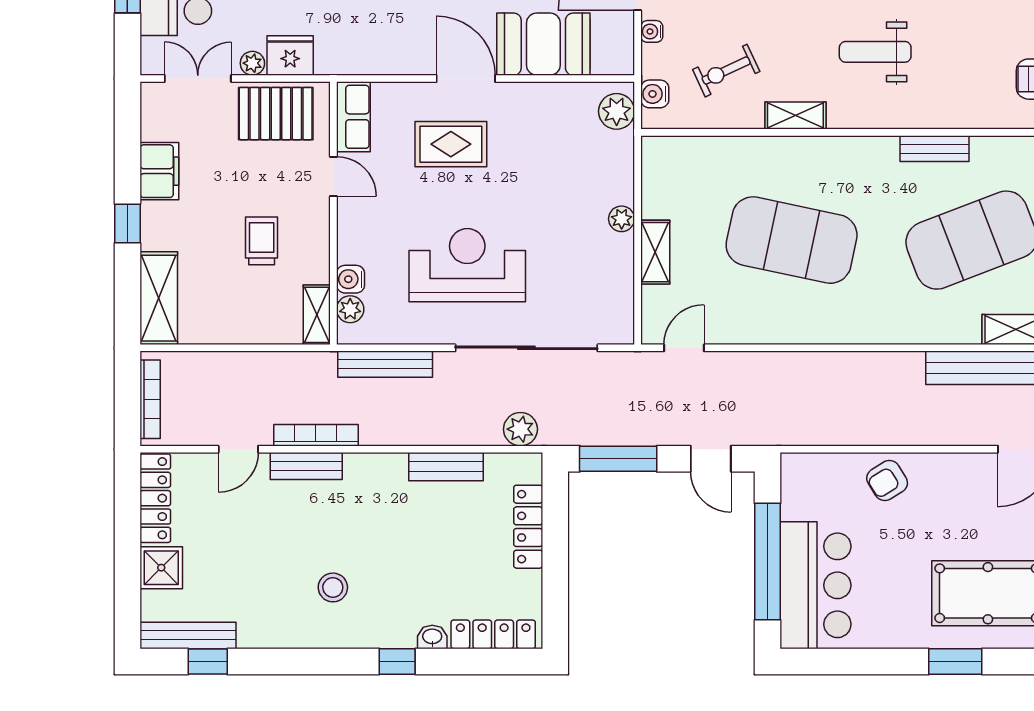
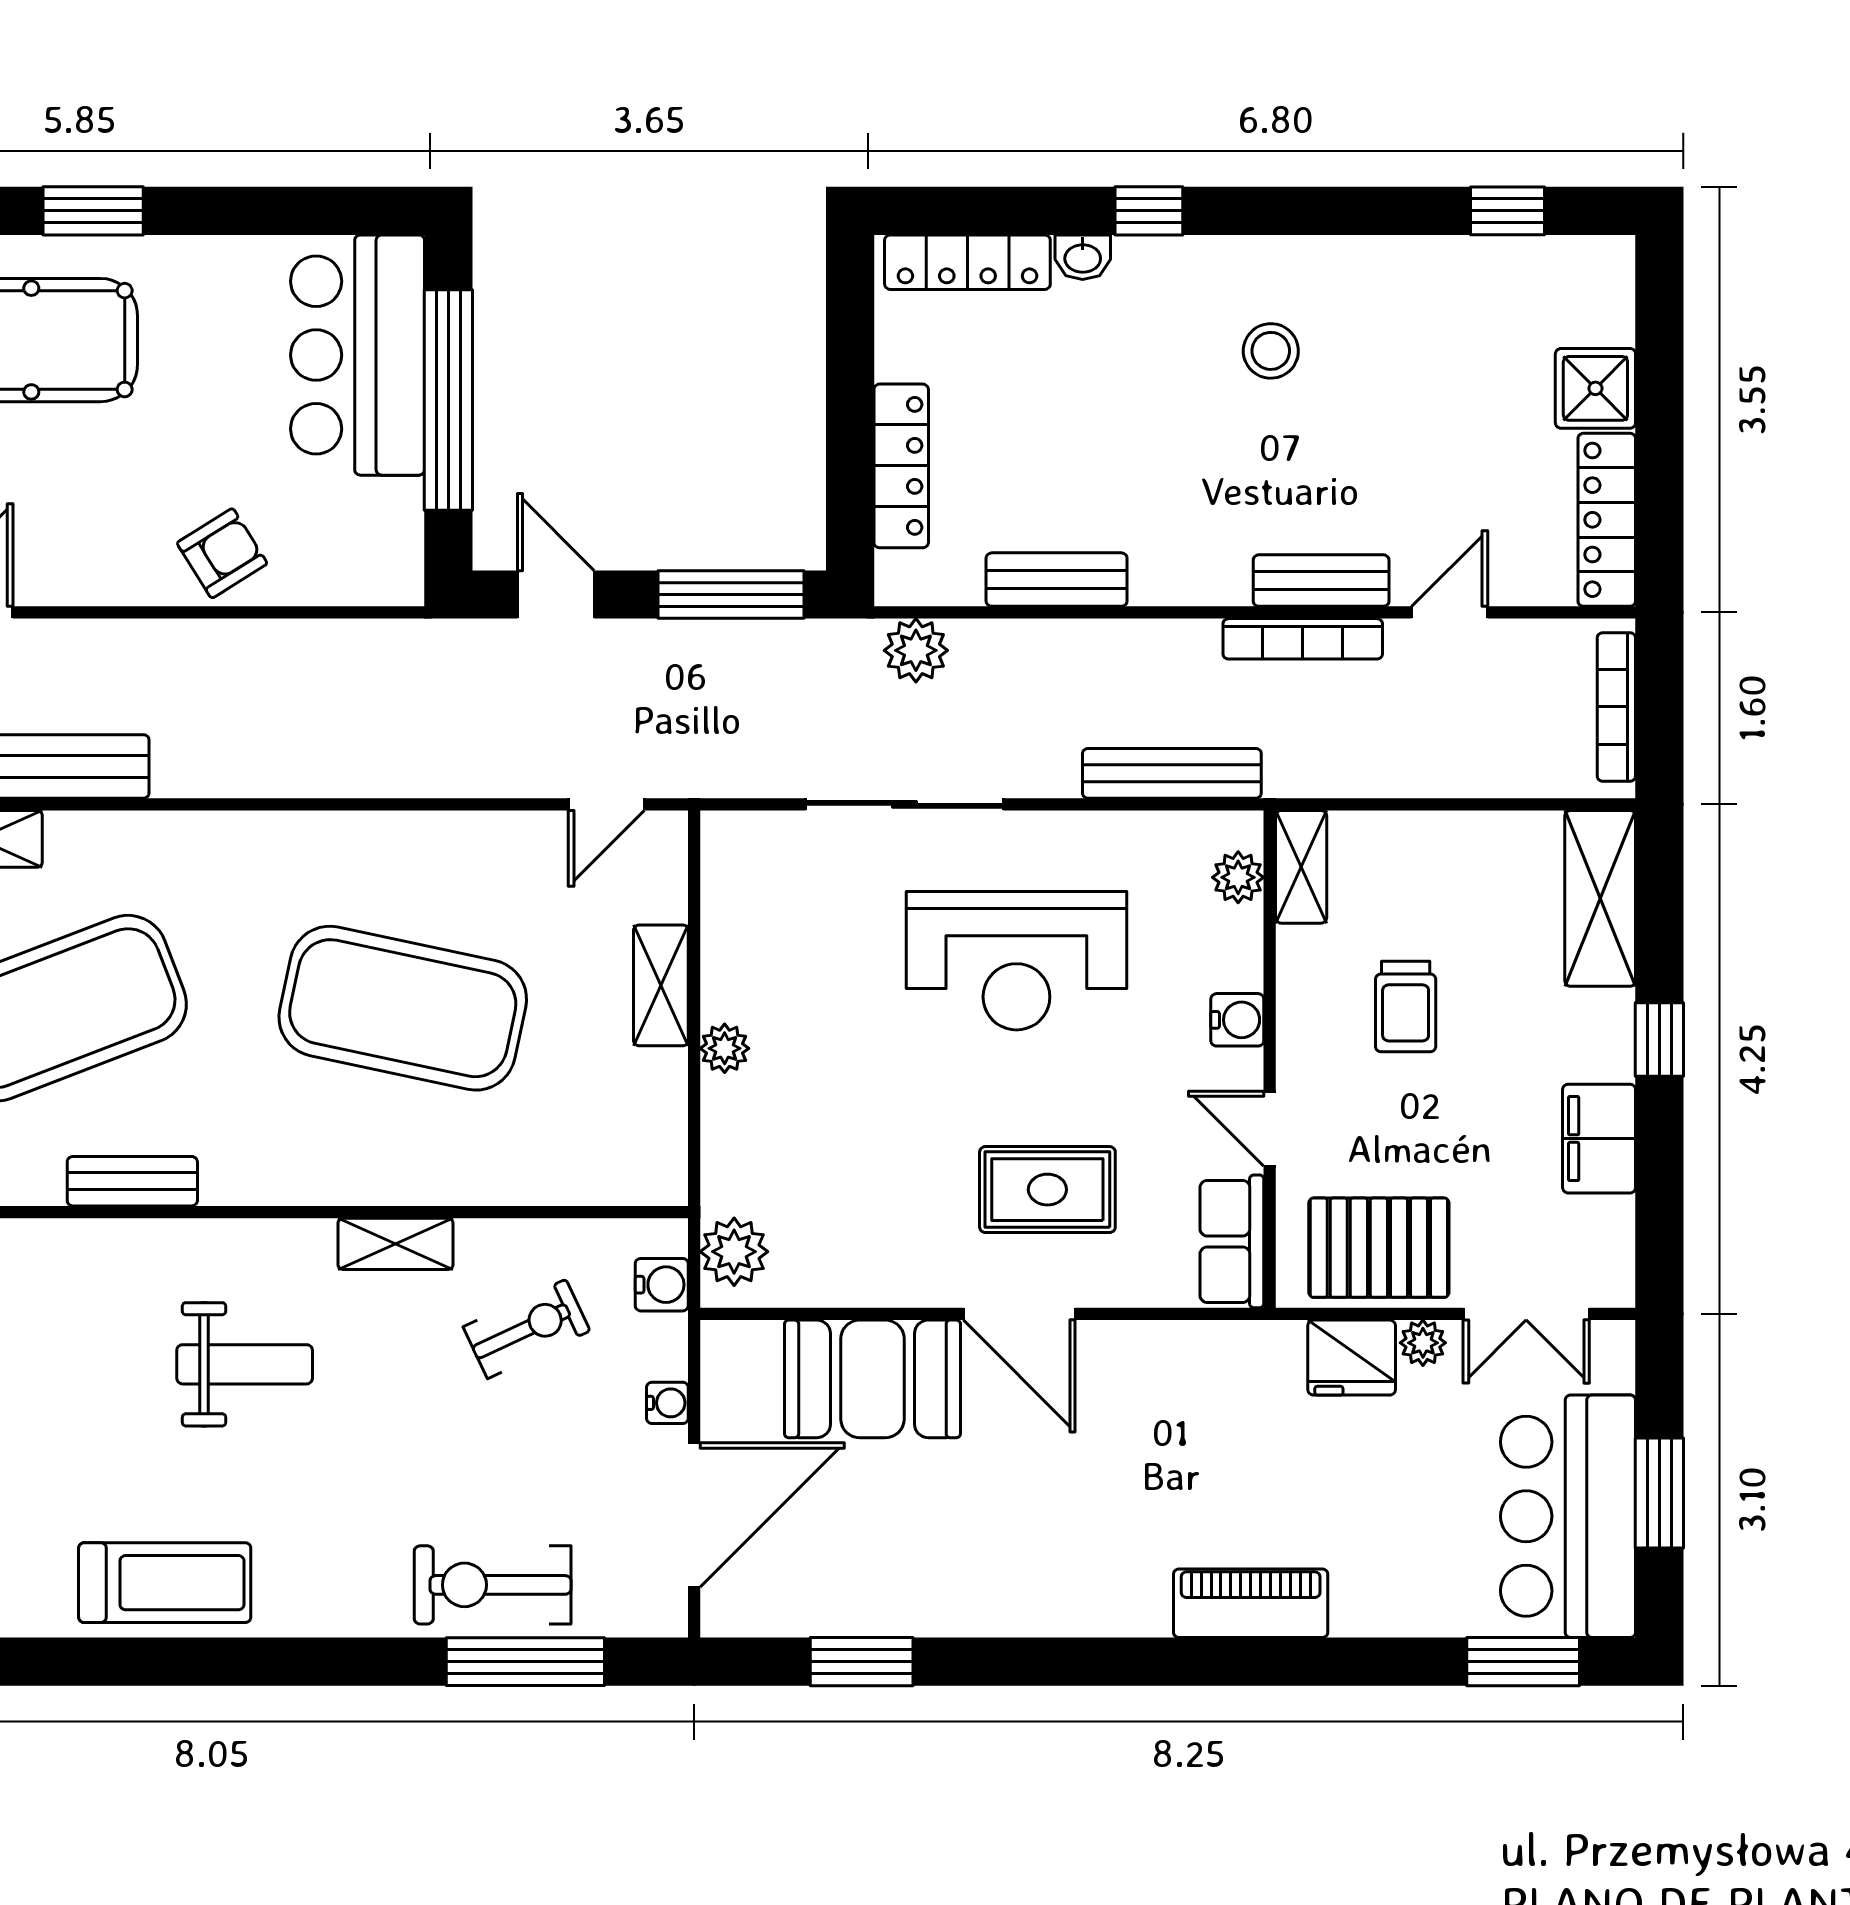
water cooler: (351, 279) -> (1237, 1020), moved
sliding door: (526, 348) -> (905, 804), width x0.73
bench: (188, 635) -> (1545, 260), removed

